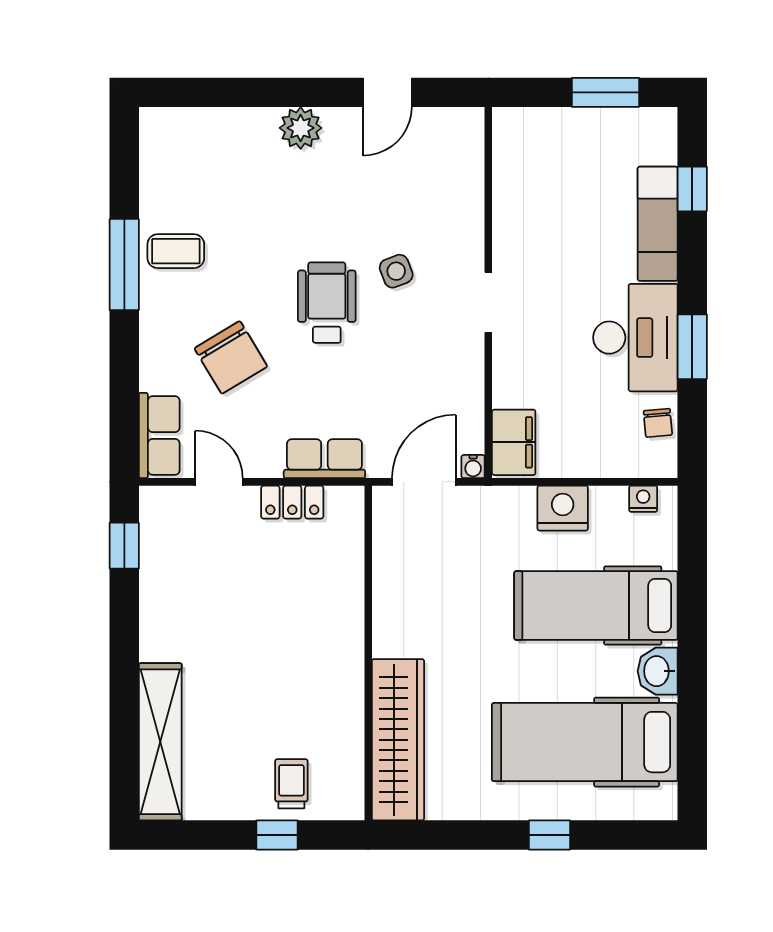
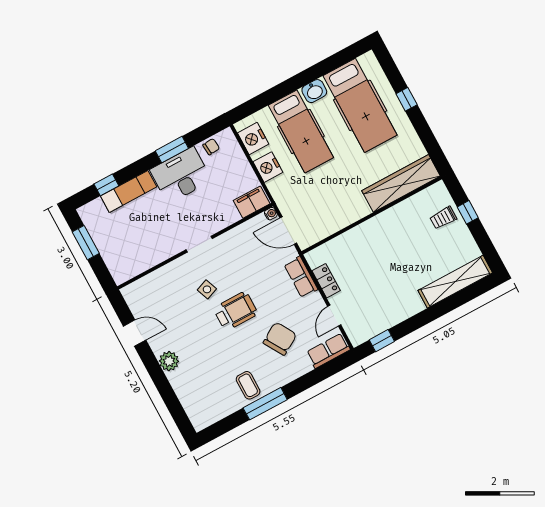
wheelchair: (327, 303) -> (236, 311), turned 180
nightstand: (643, 499) -> (253, 139), width x1.89, depth x1.79

